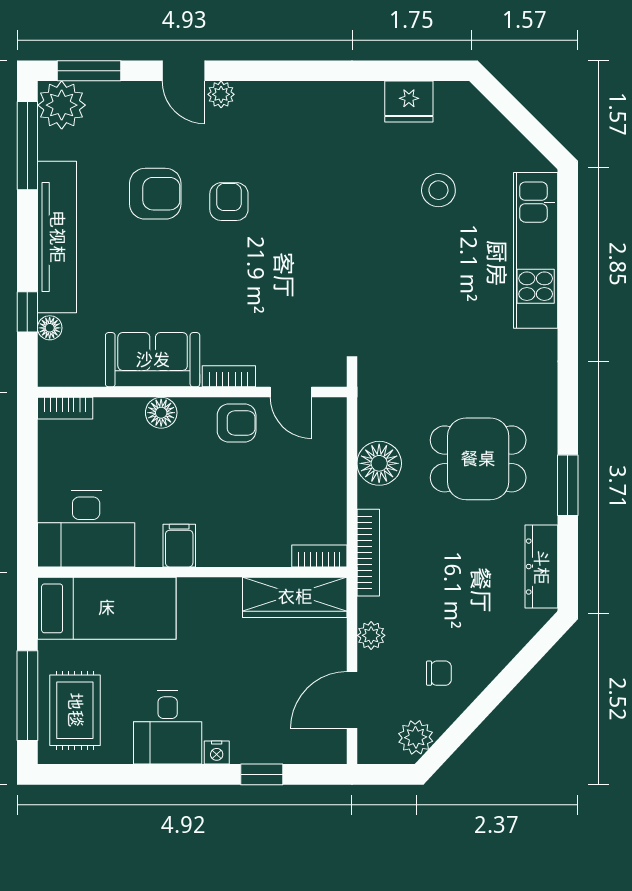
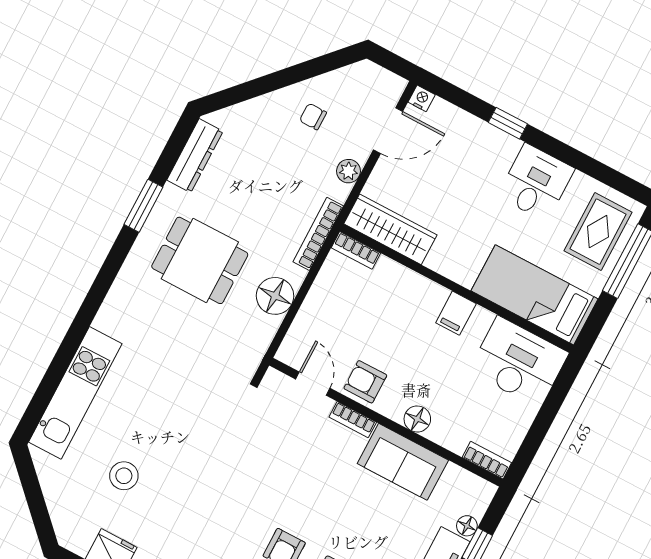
plant: (416, 737) -> (355, 78), removed
nightstand: (217, 753) -> (422, 98), moved
window: (262, 774) -> (508, 123), moved

